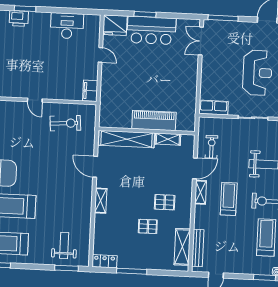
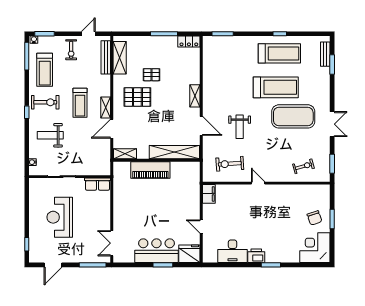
printer: (19, 19) -> (256, 256), moved
double door: (201, 41) -> (112, 243), swing flipped
shelving: (168, 139) -> (125, 154), moved
exercise bike: (211, 147) -> (71, 50), moved
pallet: (165, 202) -> (137, 97), width x1.50, depth x1.42
weight bench: (64, 245) -> (240, 127), moved

